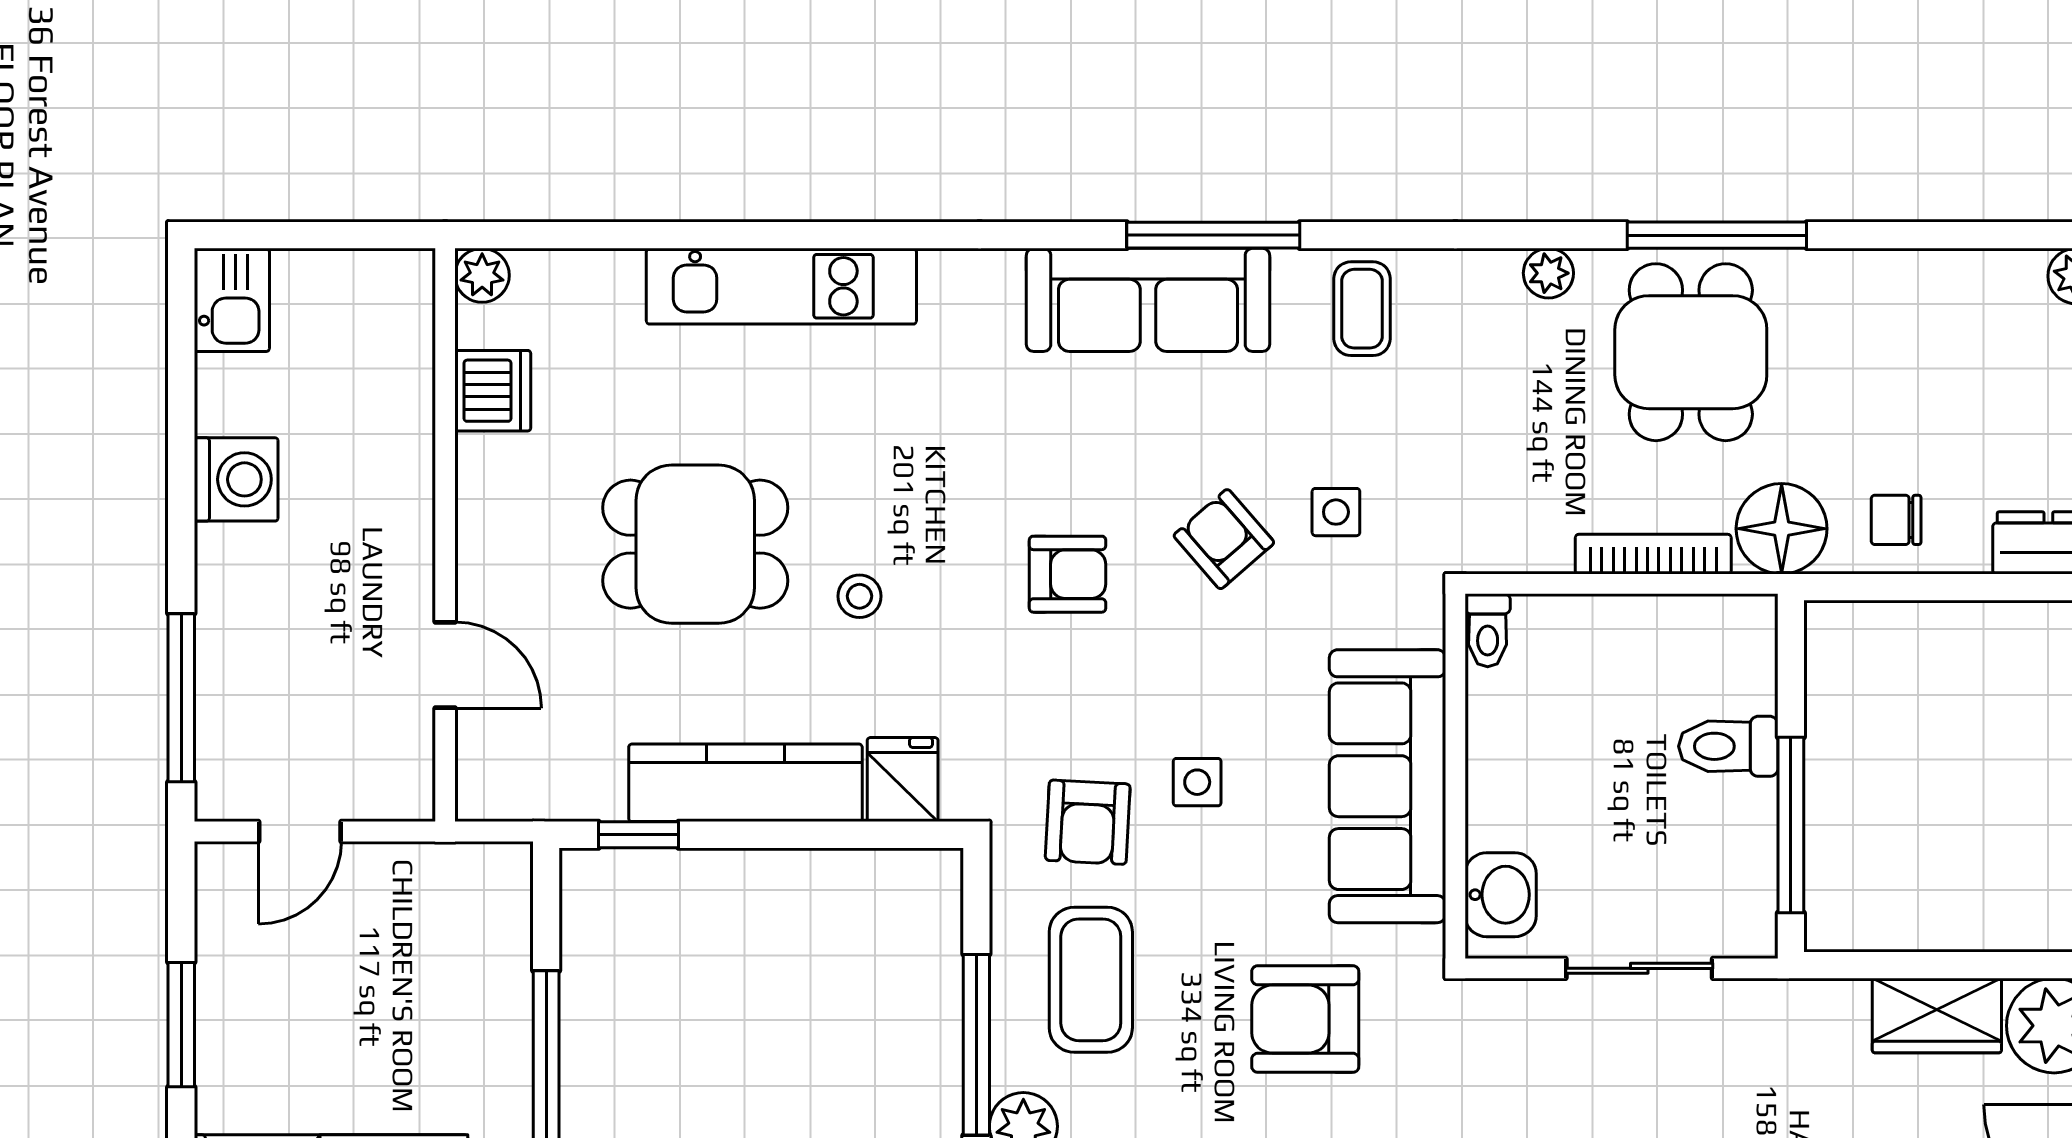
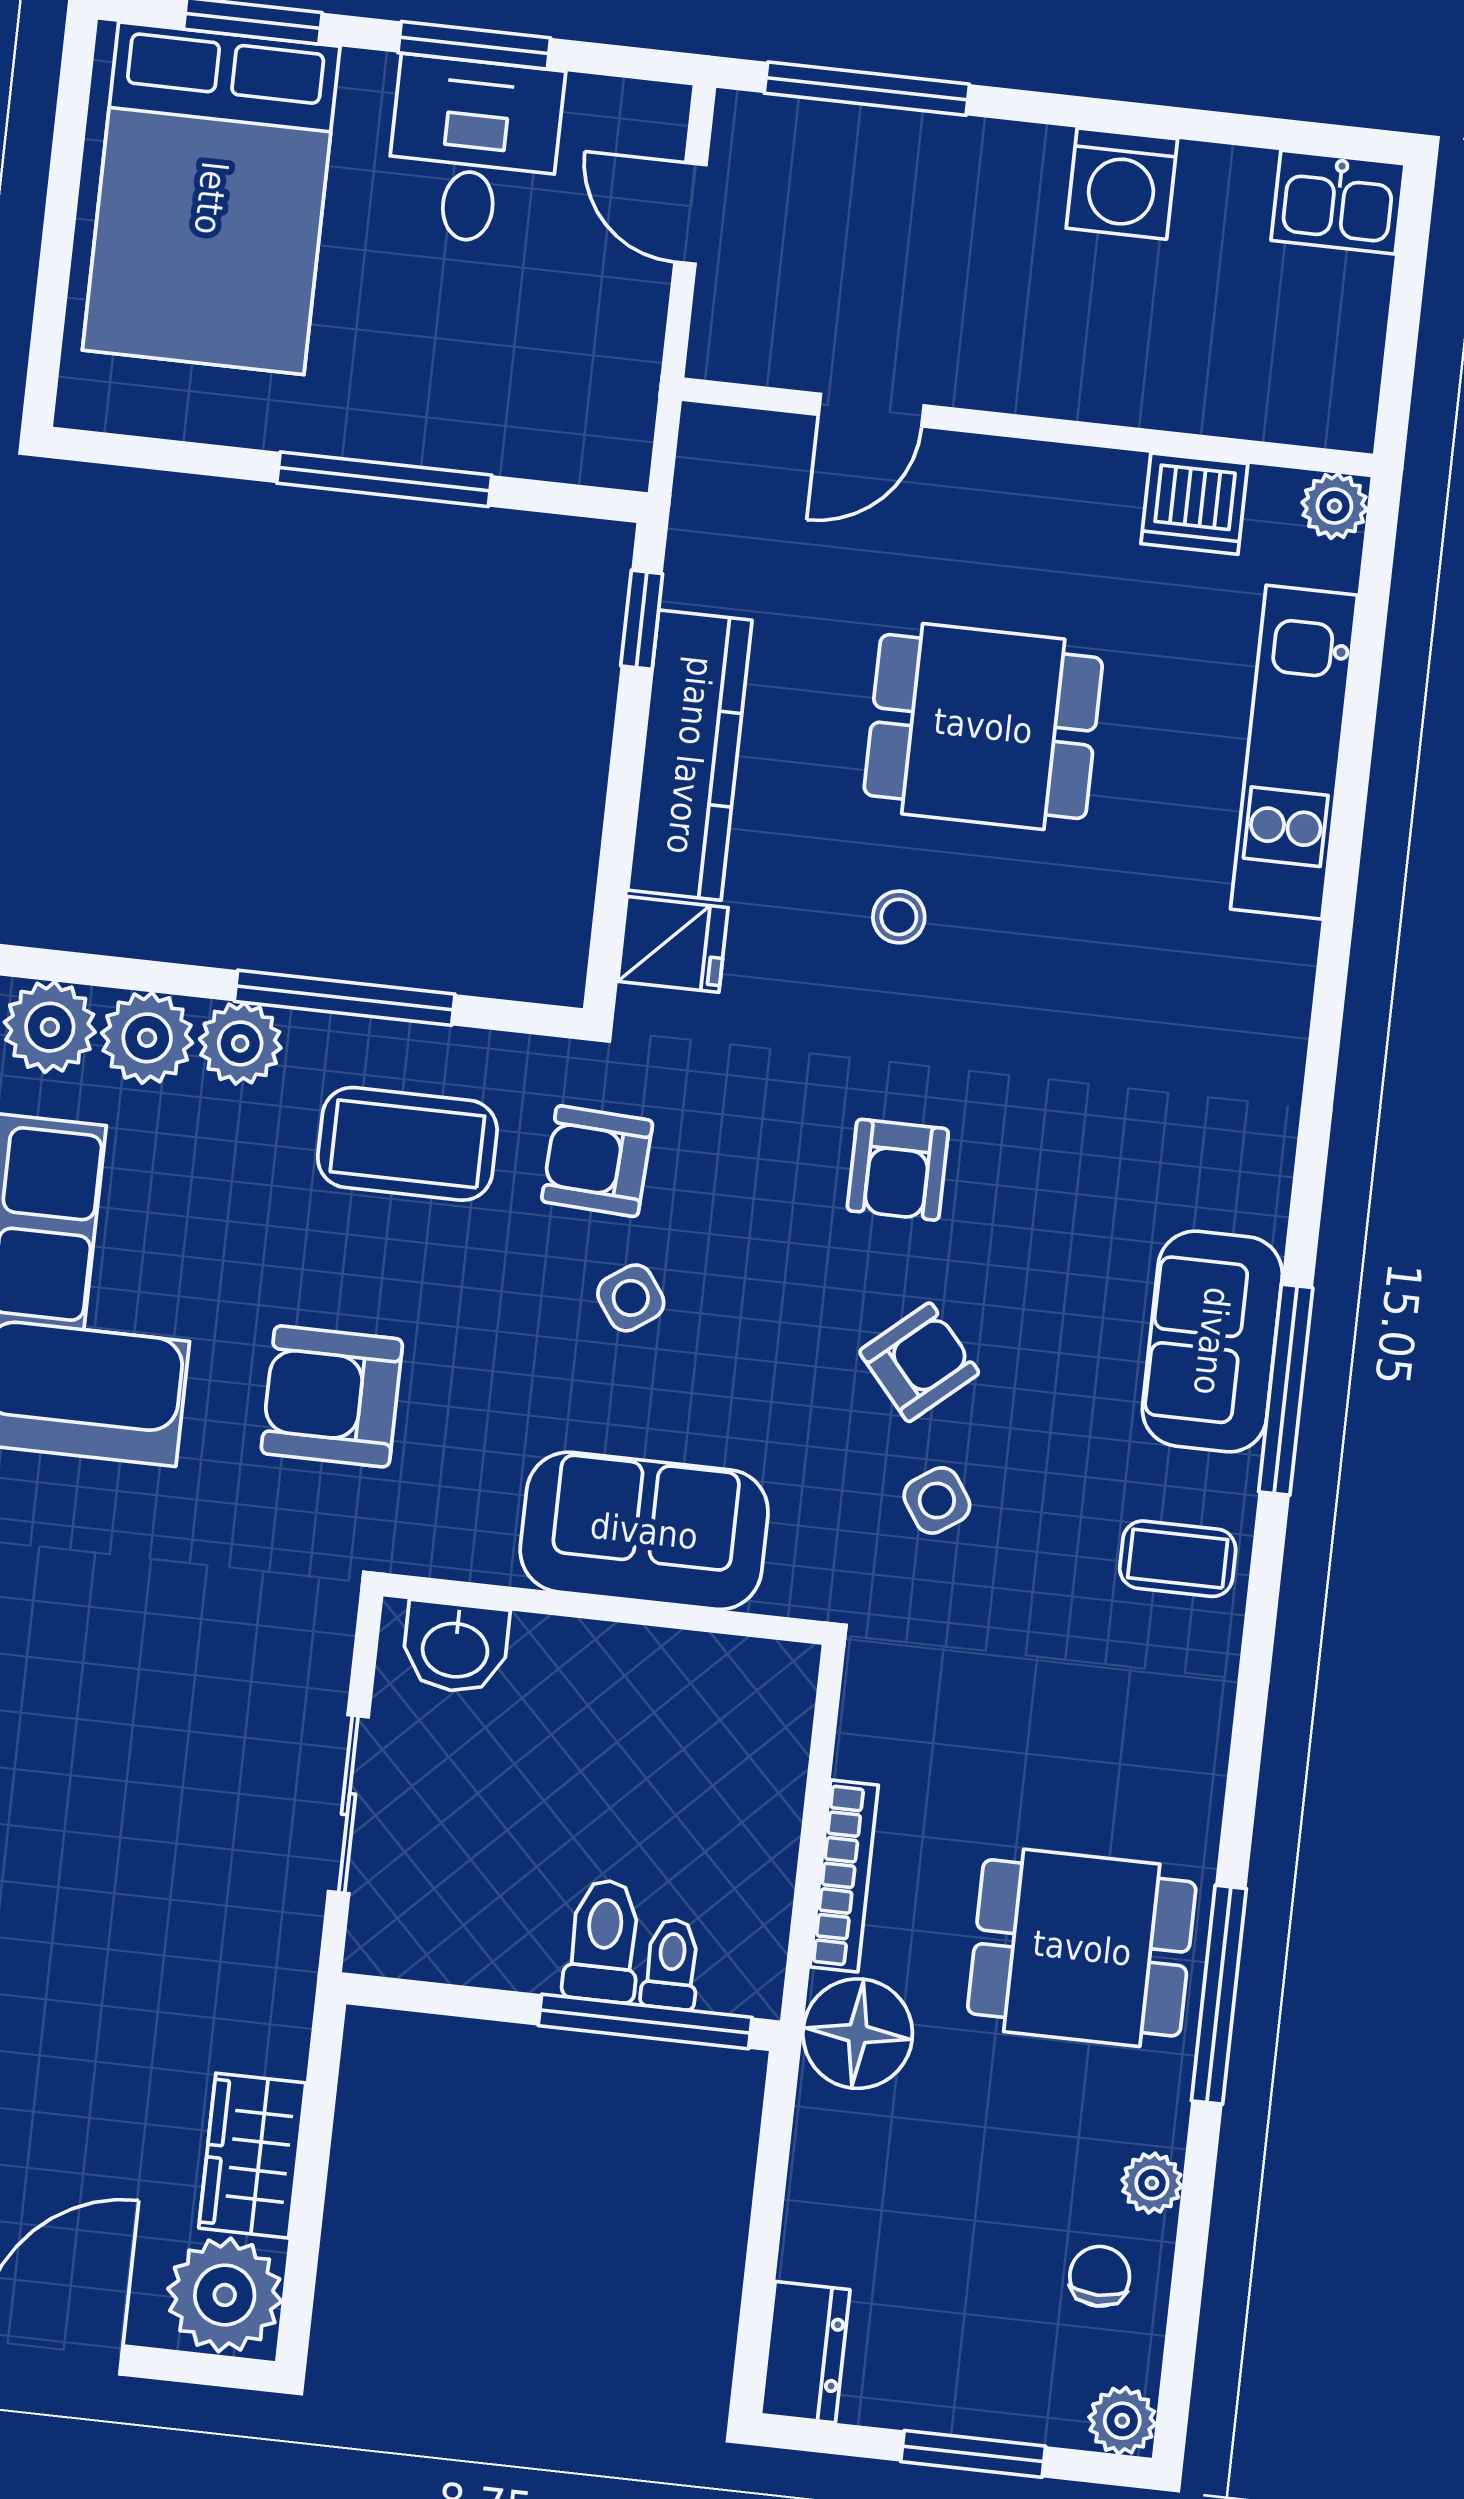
plant: (1548, 273) -> (1152, 2183), moved
kitchen unit: (781, 286) -> (1294, 752), moved
sofa: (1148, 300) -> (1212, 1341), width x0.73
side table: (1336, 512) -> (937, 1500), turned -34
chair: (1896, 520) -> (1100, 2276), moved
dining table: (695, 544) -> (983, 726), turned 90
toilet: (1488, 630) -> (671, 1964), moved, turned 90
side table: (1197, 782) -> (631, 1298), turned -35
sofa: (1388, 786) -> (644, 1531), width x0.73
window: (1791, 825) -> (645, 2021), moved
desk: (268, 1015) -> (474, 151), added
armchair: (1305, 1019) -> (332, 1396), turned -90

